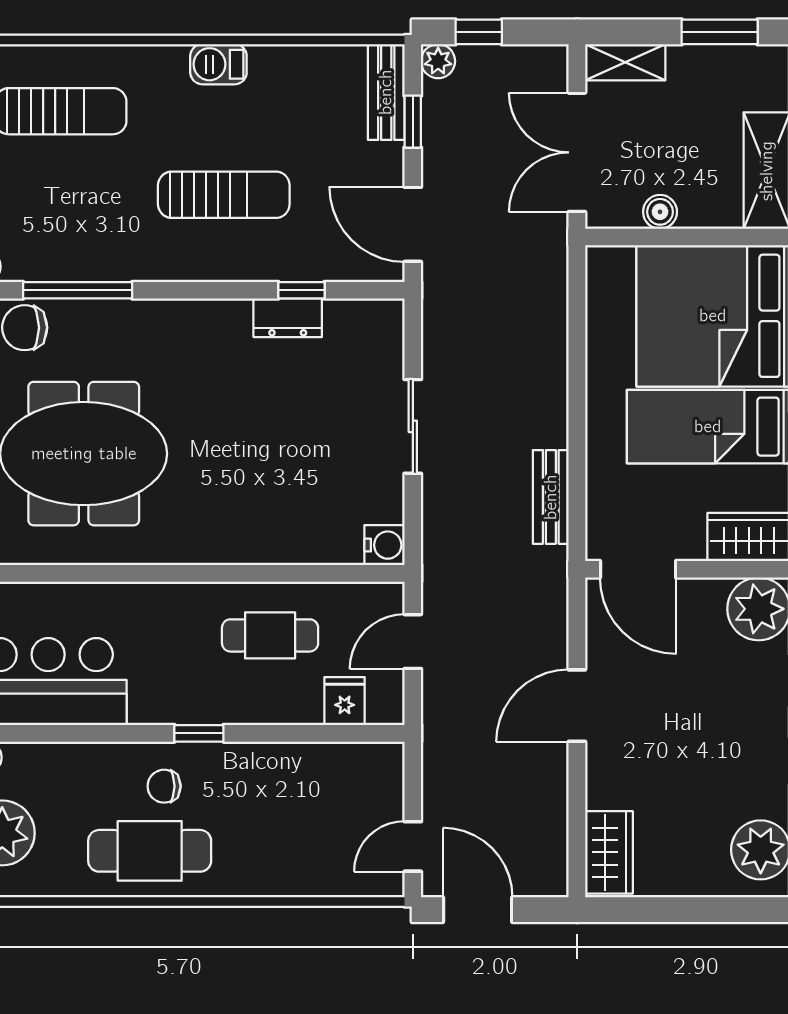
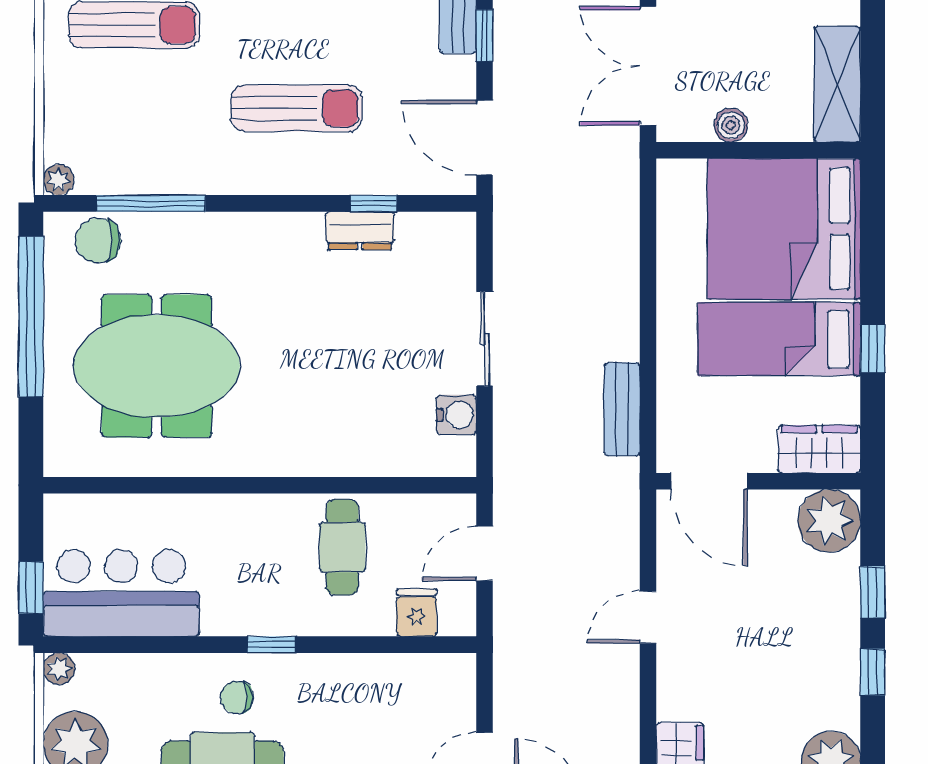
water cooler: (385, 545) -> (456, 415), moved
cafe table: (270, 635) -> (342, 547), turned 90
door: (577, 706) -> (648, 617), width x0.73

